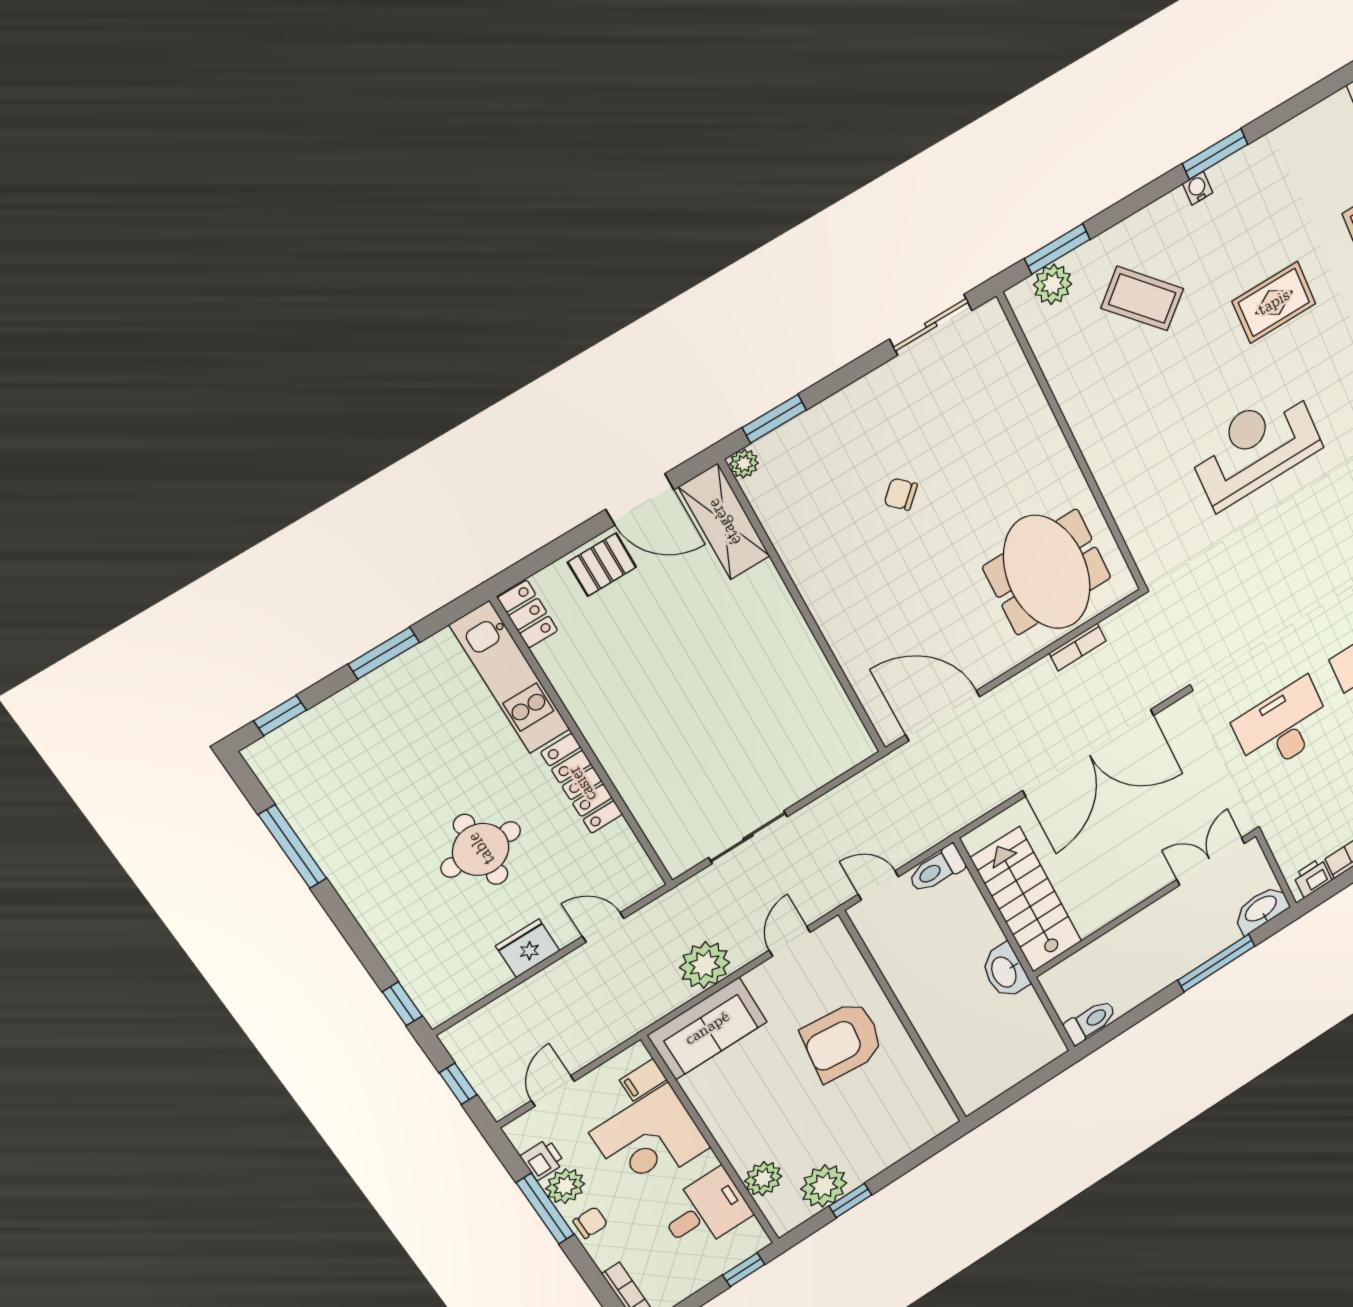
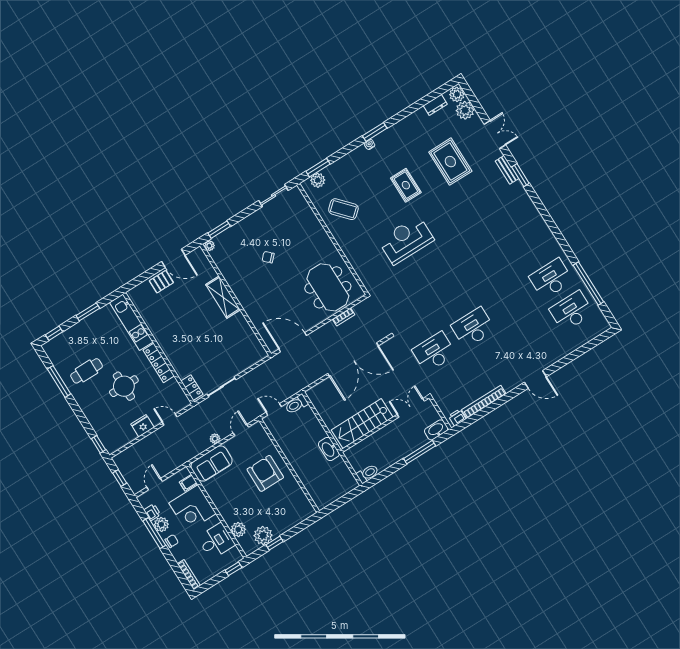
coffee table: (1142, 299) -> (343, 209), moved
rug: (1274, 302) -> (406, 185), turned 90
shelving: (724, 522) -> (223, 297), moved
locker: (528, 614) -> (192, 388), moved
cafe table: (374, 814) -> (87, 371), added
stairs: (1027, 900) -> (362, 424), moved, turned -90
plant: (705, 965) -> (215, 439), width x0.53, depth x0.53
armchair: (842, 1041) -> (265, 473), turned 84

